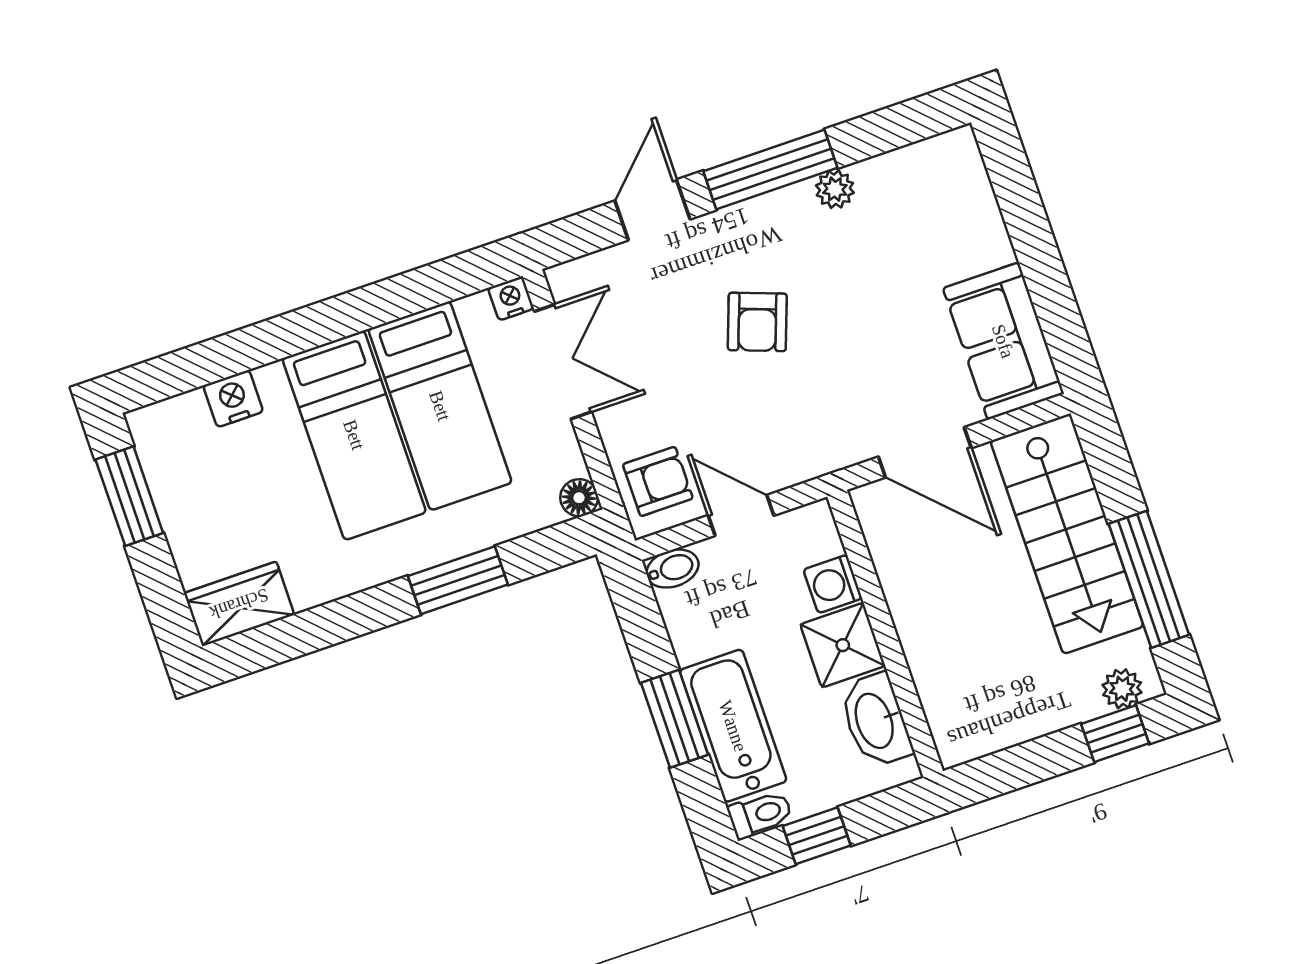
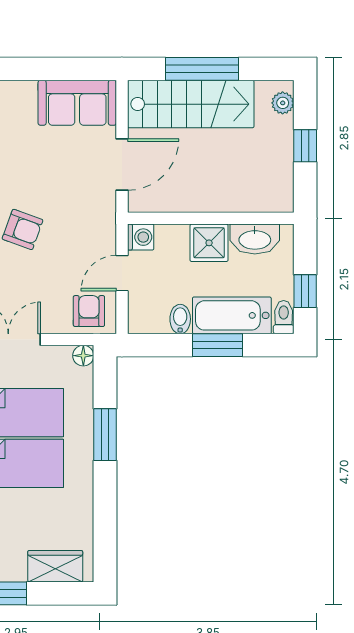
bidet: (673, 569) -> (180, 319), moved
window: (1149, 579) -> (202, 69), moved
washing machine: (833, 584) -> (141, 237), moved, turned -90
wardrobe: (239, 604) -> (55, 566), moved, turned 90
window: (1115, 734) -> (305, 146), moved

